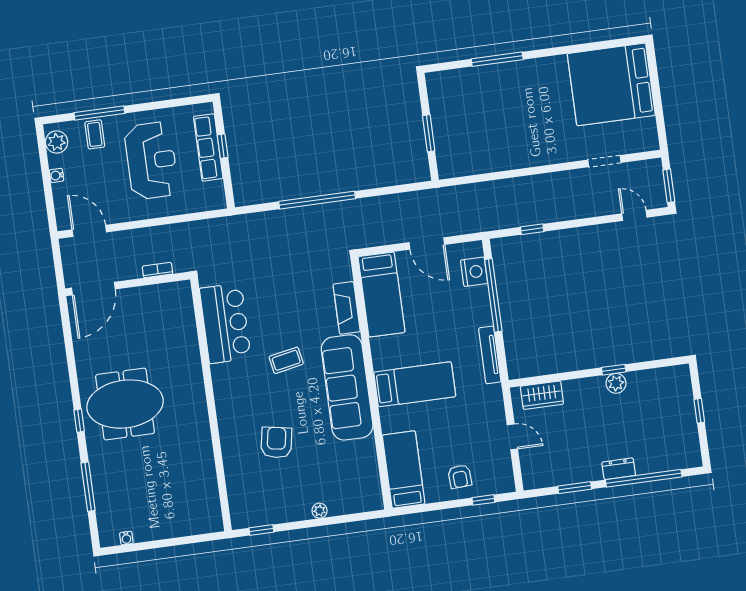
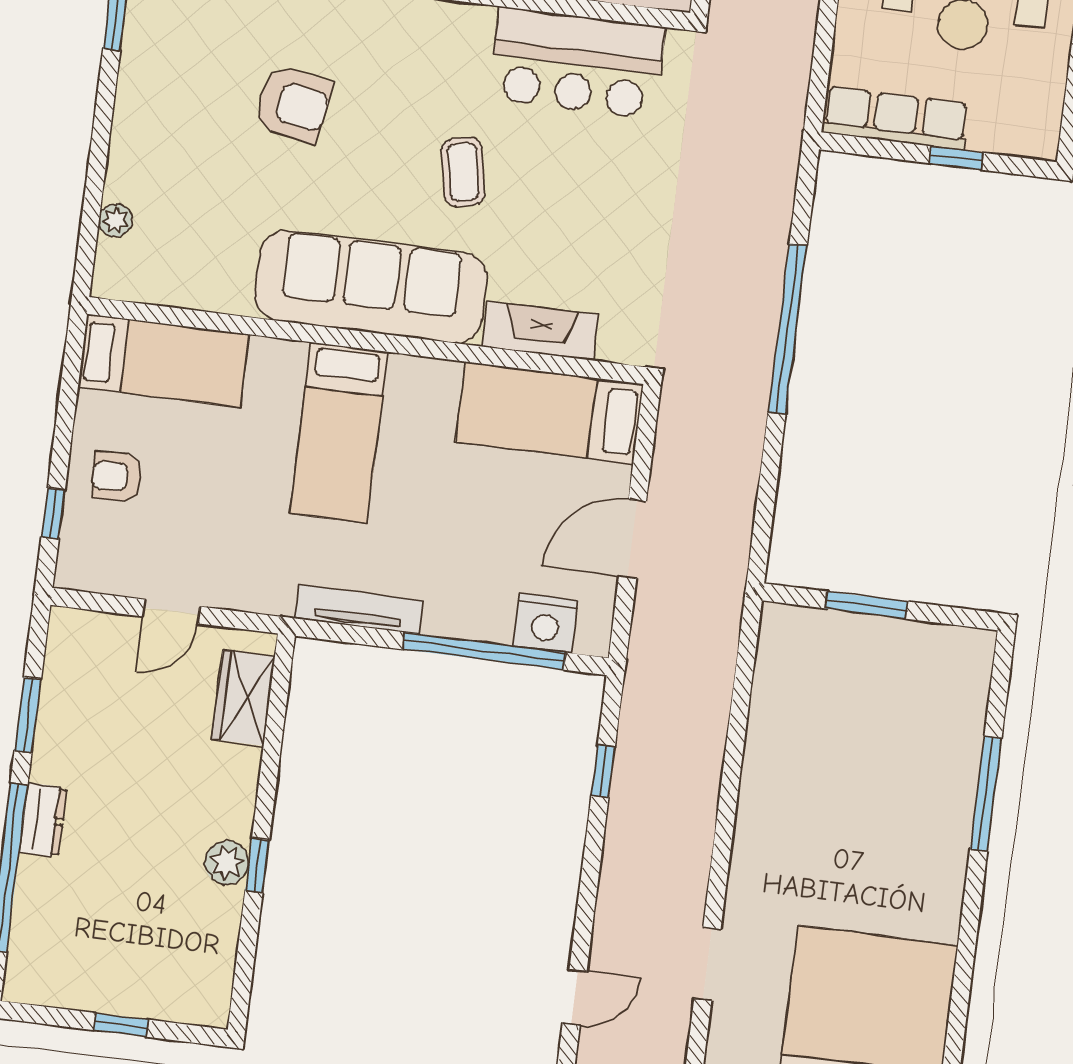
row of seats: (208, 147) -> (896, 118), moved
plant: (320, 511) -> (115, 220), moved

